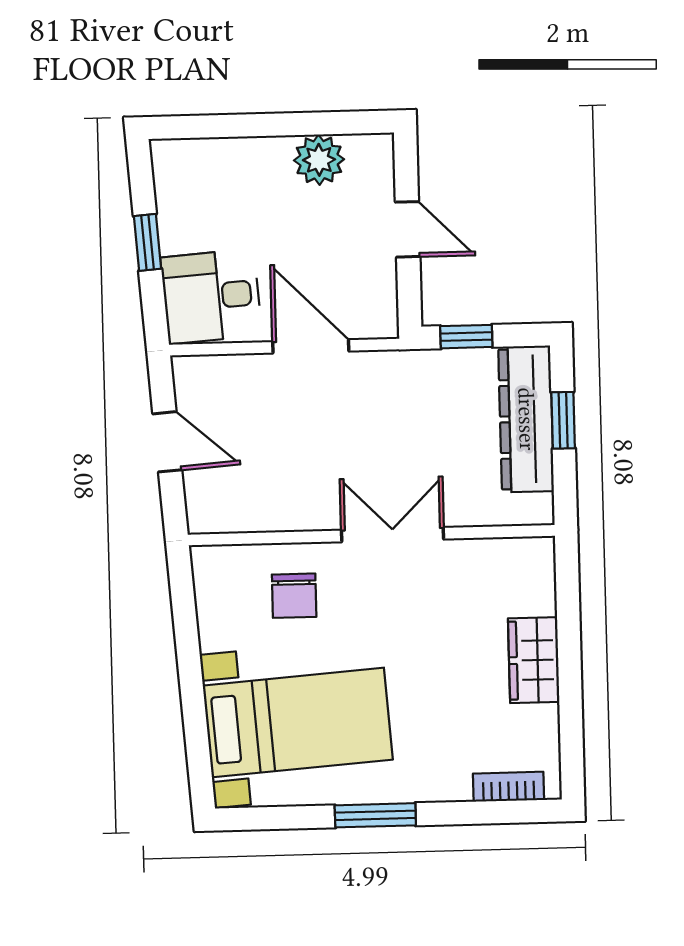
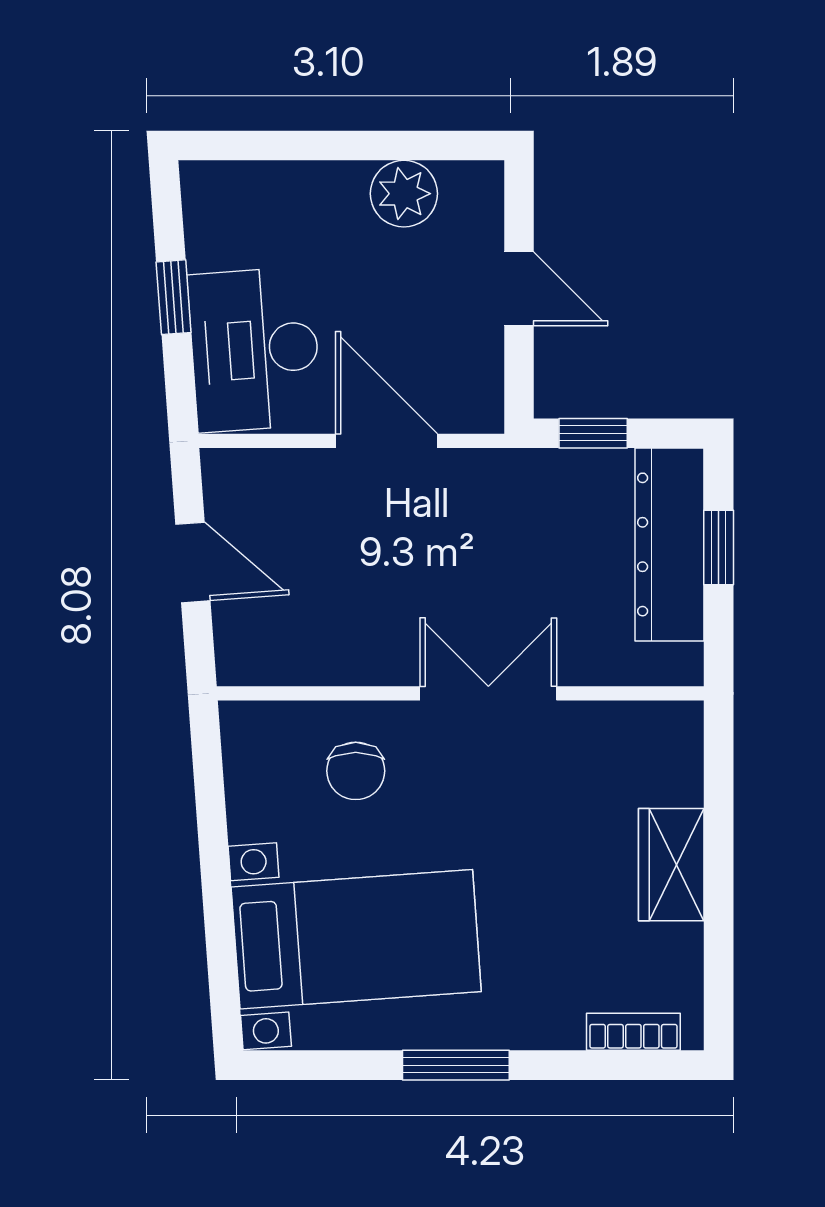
desk: (211, 296) -> (255, 349), width x1.37

